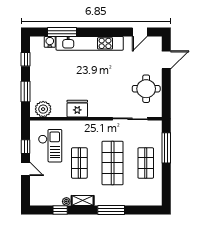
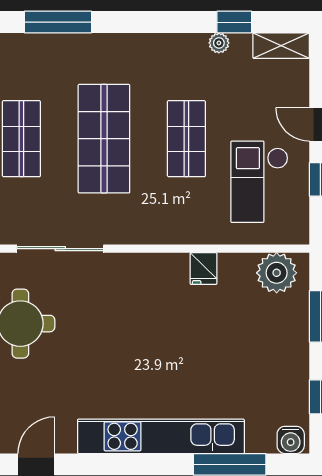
water cooler: (50, 42) -> (291, 440), moved
fridge: (77, 109) -> (204, 269), width x0.53, depth x0.75
shelving: (83, 200) -> (281, 46), moved
window: (111, 210) -> (58, 22), moved

